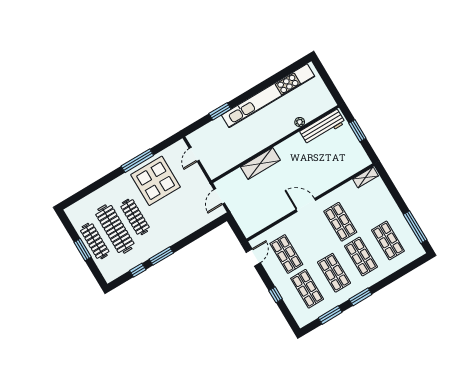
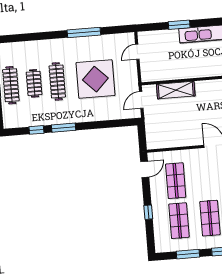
shelving: (260, 163) -> (176, 90), moved
display table: (156, 181) -> (95, 79), moved
clothes rail: (115, 229) -> (34, 83), width x0.54, depth x0.76

